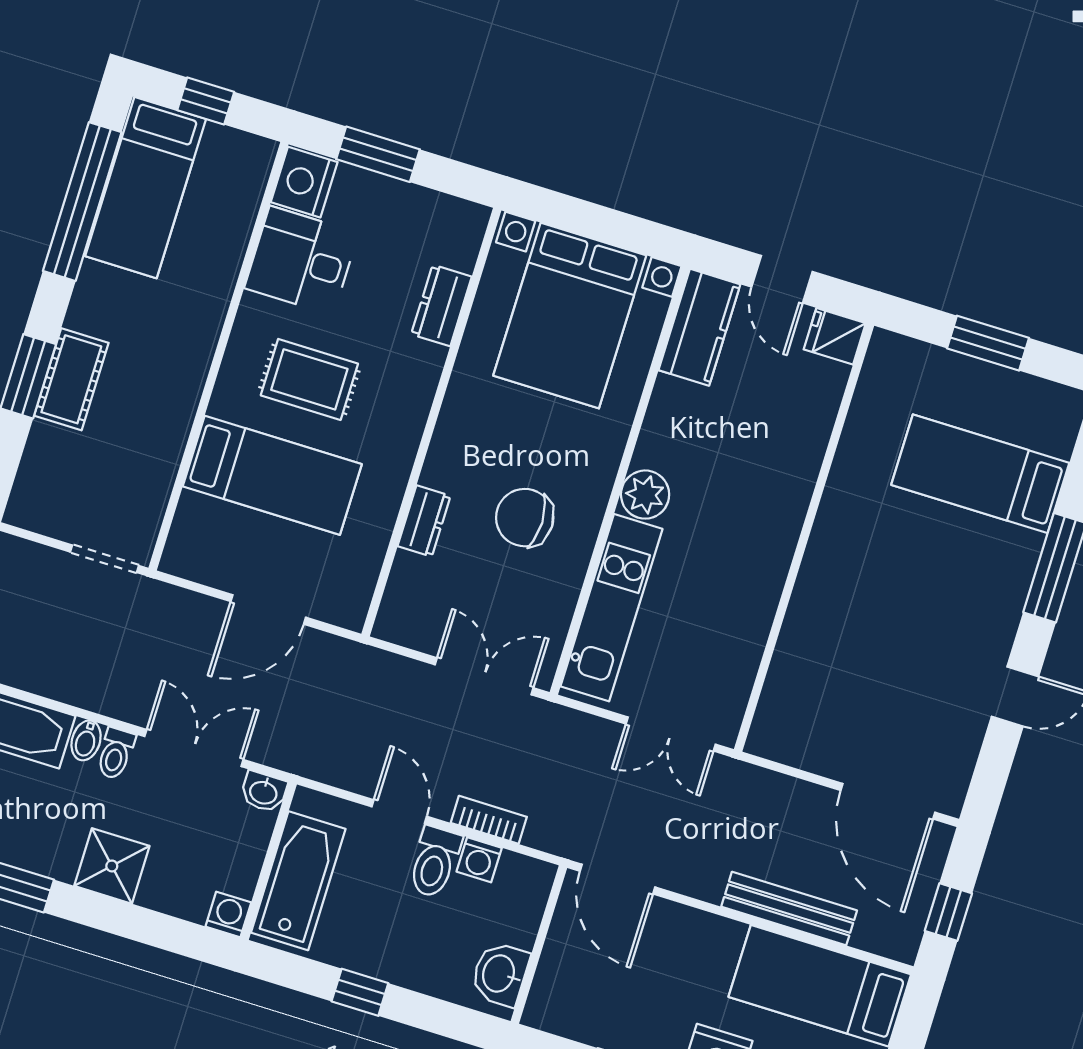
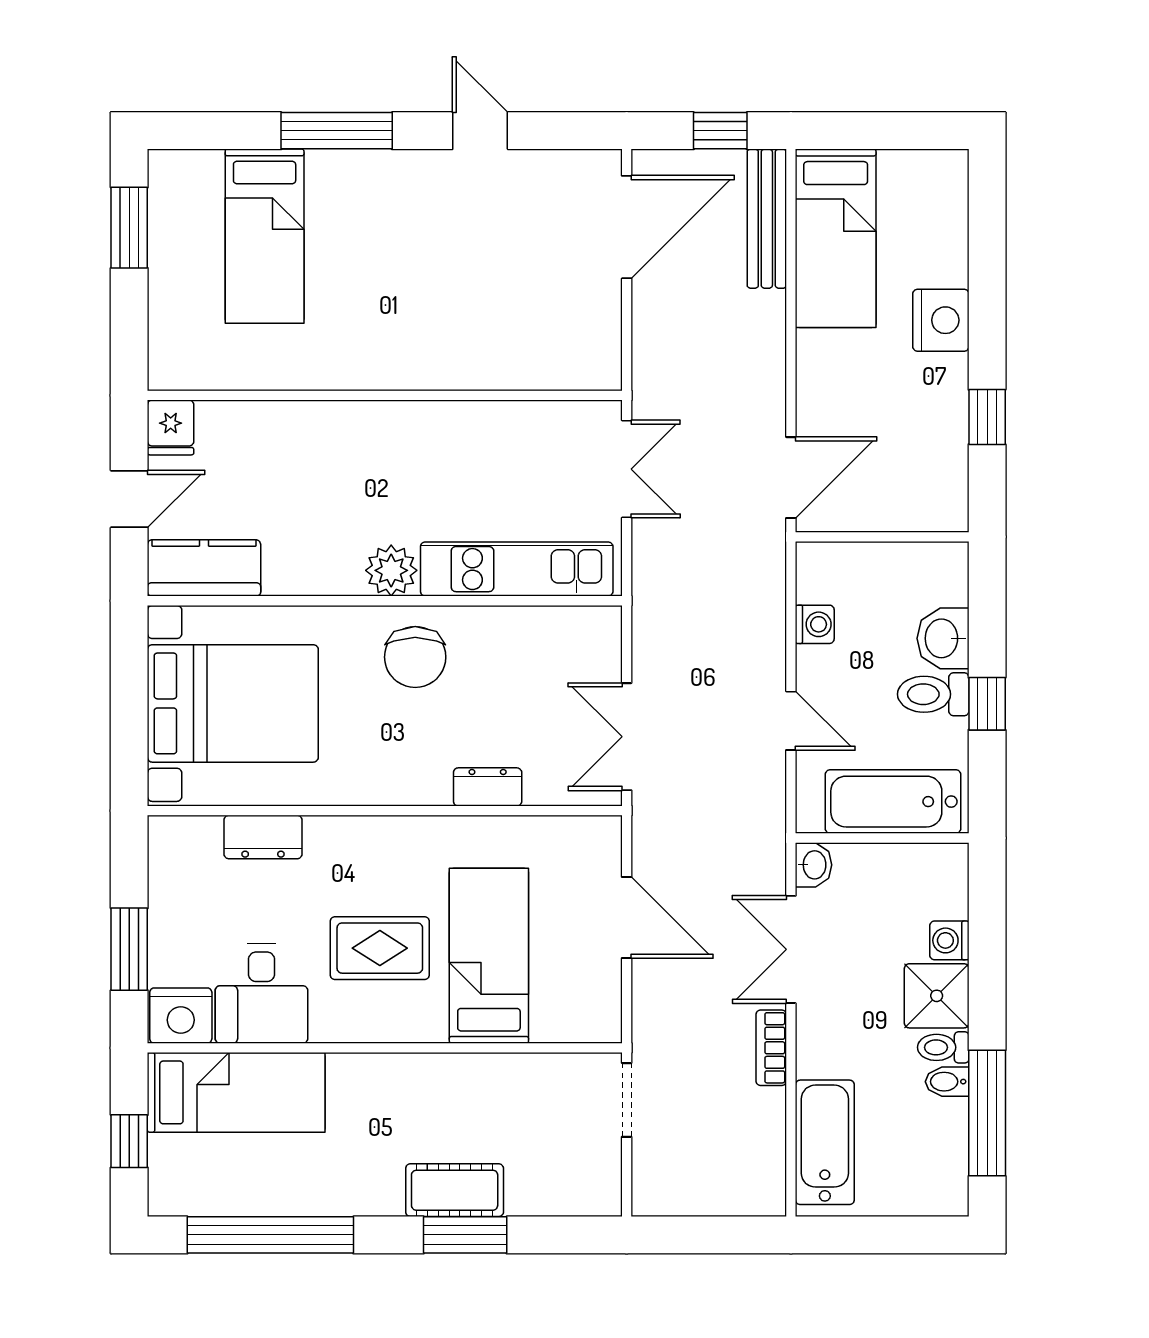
bed: (146, 188) -> (236, 1092), moved
window: (988, 343) -> (129, 228), moved
rug: (309, 379) -> (380, 948), turned 90
chair: (525, 518) -> (415, 657), moved
double door: (484, 676) -> (627, 737), moved
bidet: (86, 740) -> (947, 1082), moved, turned 180
toilet: (116, 753) -> (943, 1047), moved, turned 180
door: (399, 812) -> (791, 721), swing flipped
bookcase: (489, 820) -> (771, 1048), moved
toilet: (435, 862) -> (933, 694), moved, turned 180
bench: (789, 909) -> (767, 219), moved
washing machine: (228, 914) -> (949, 940), moved
washbasin: (500, 974) -> (943, 638), moved, turned 90

